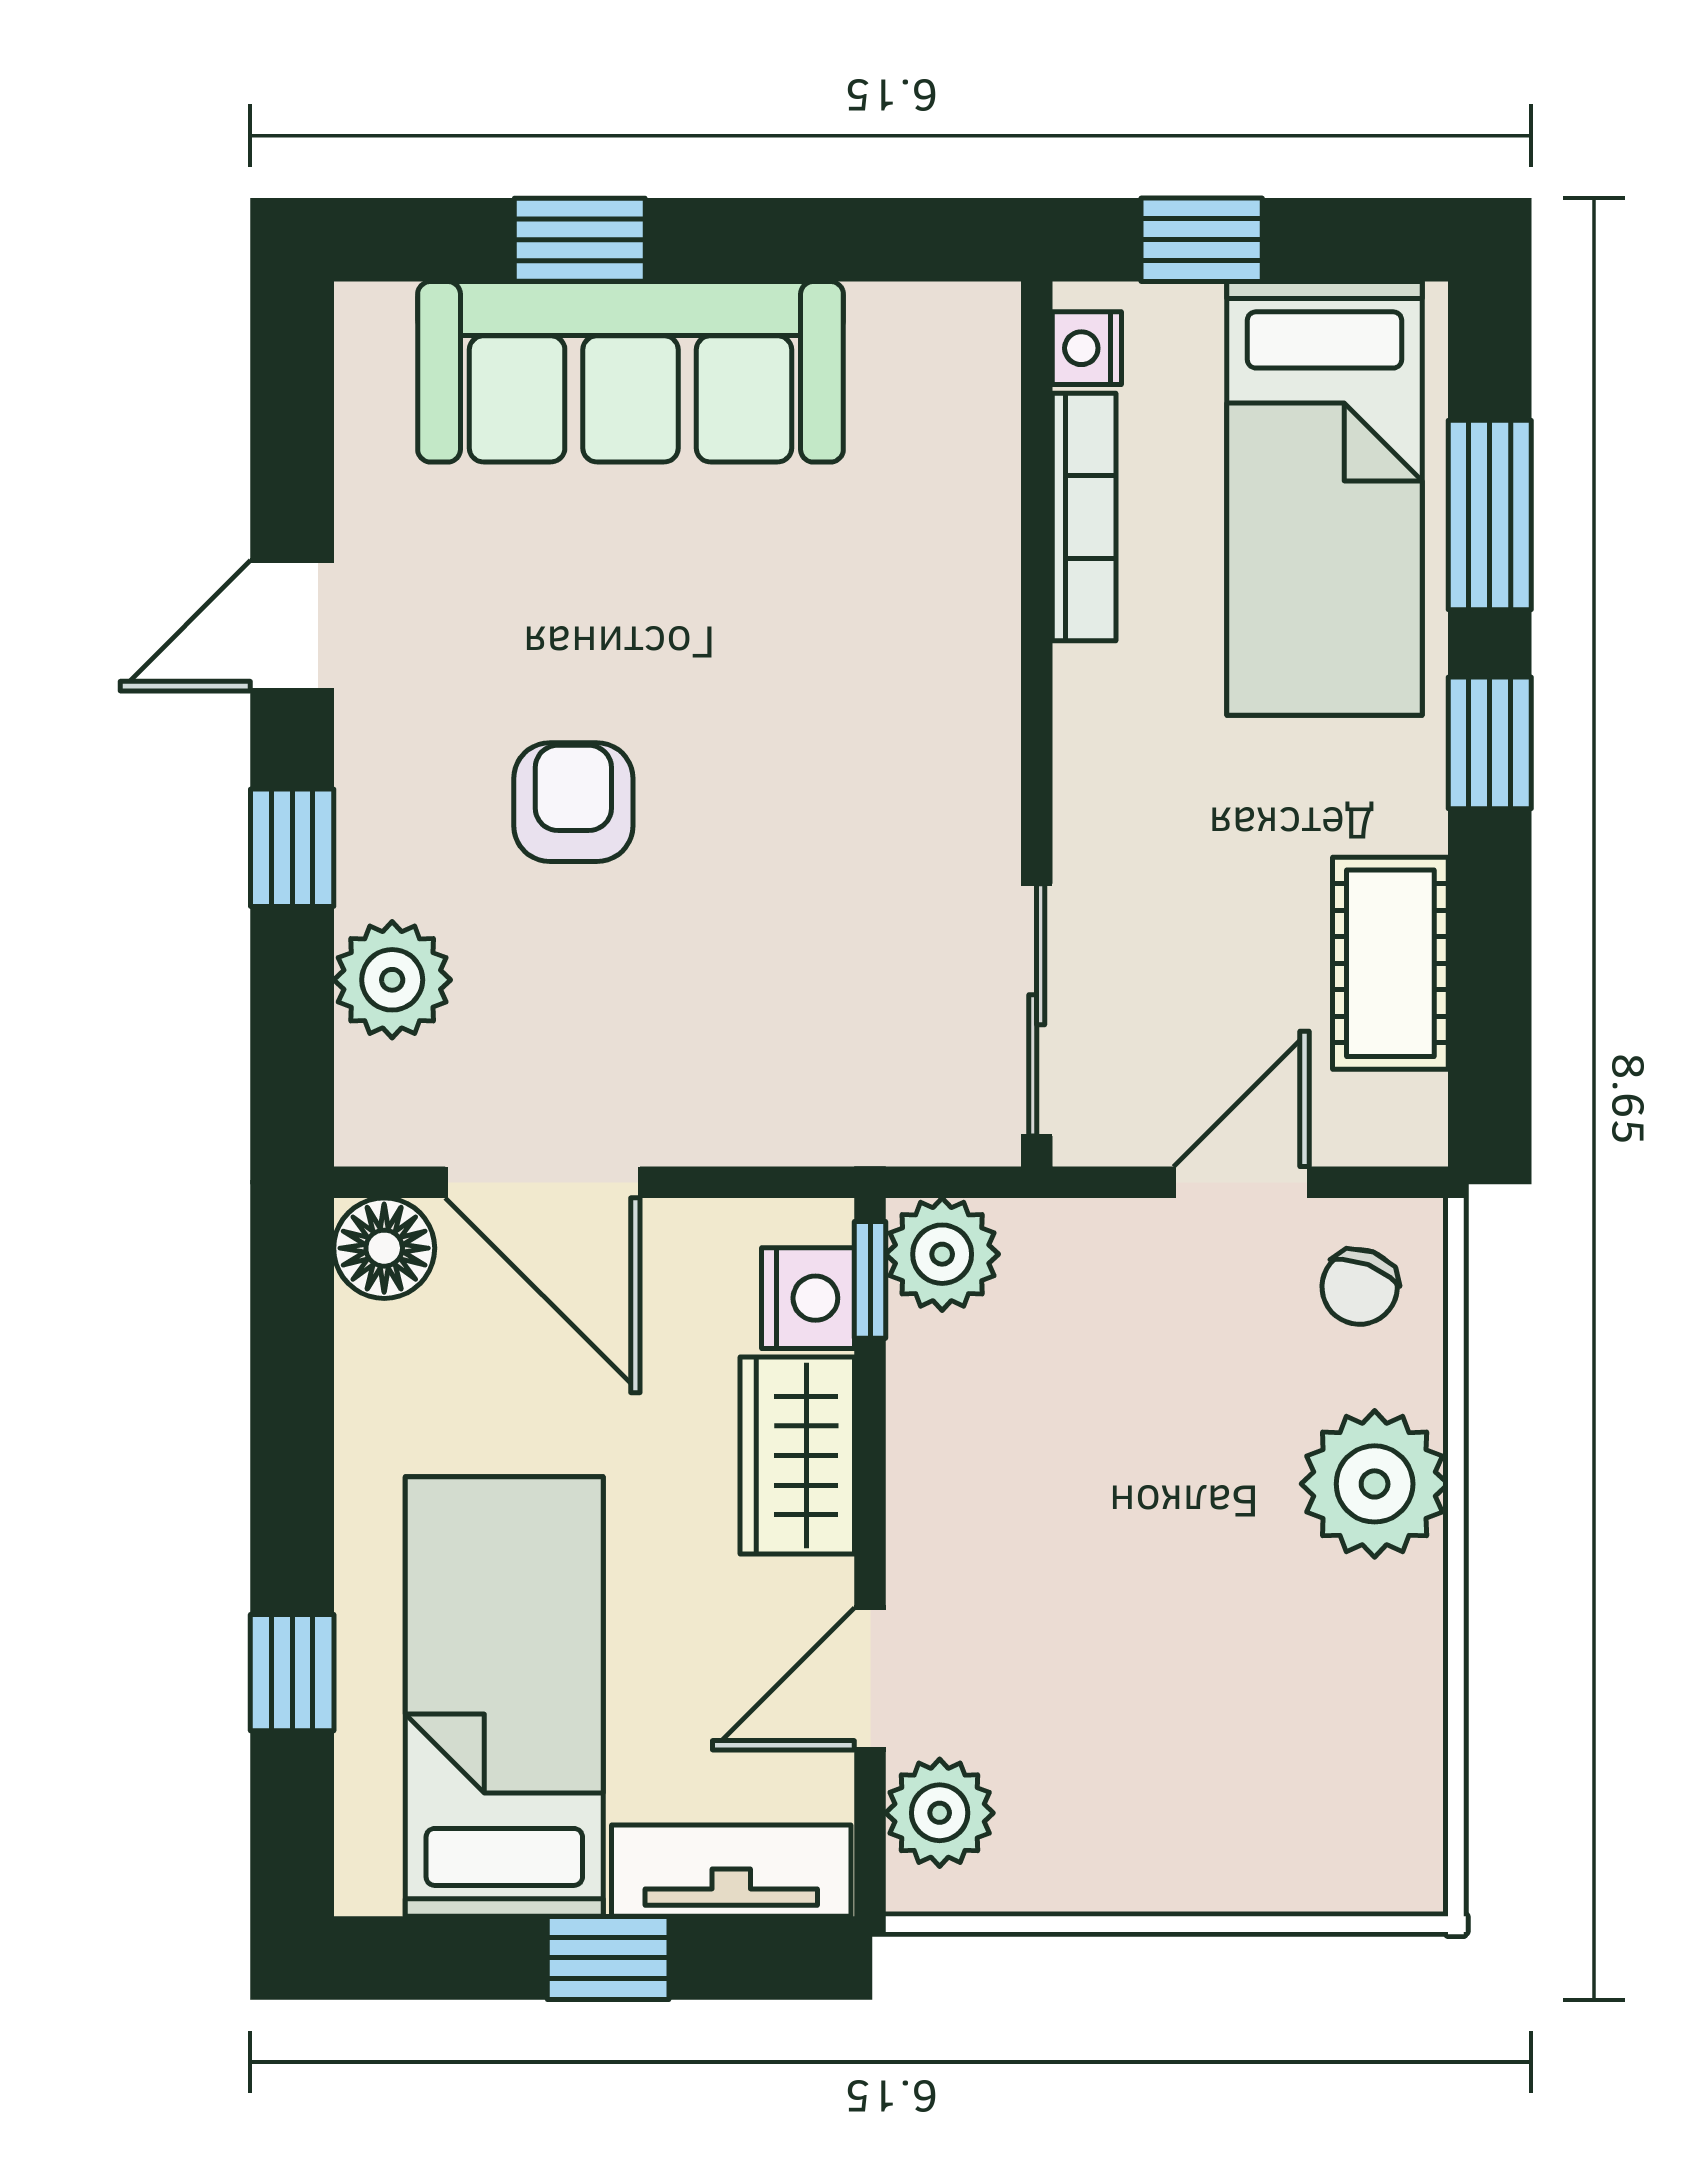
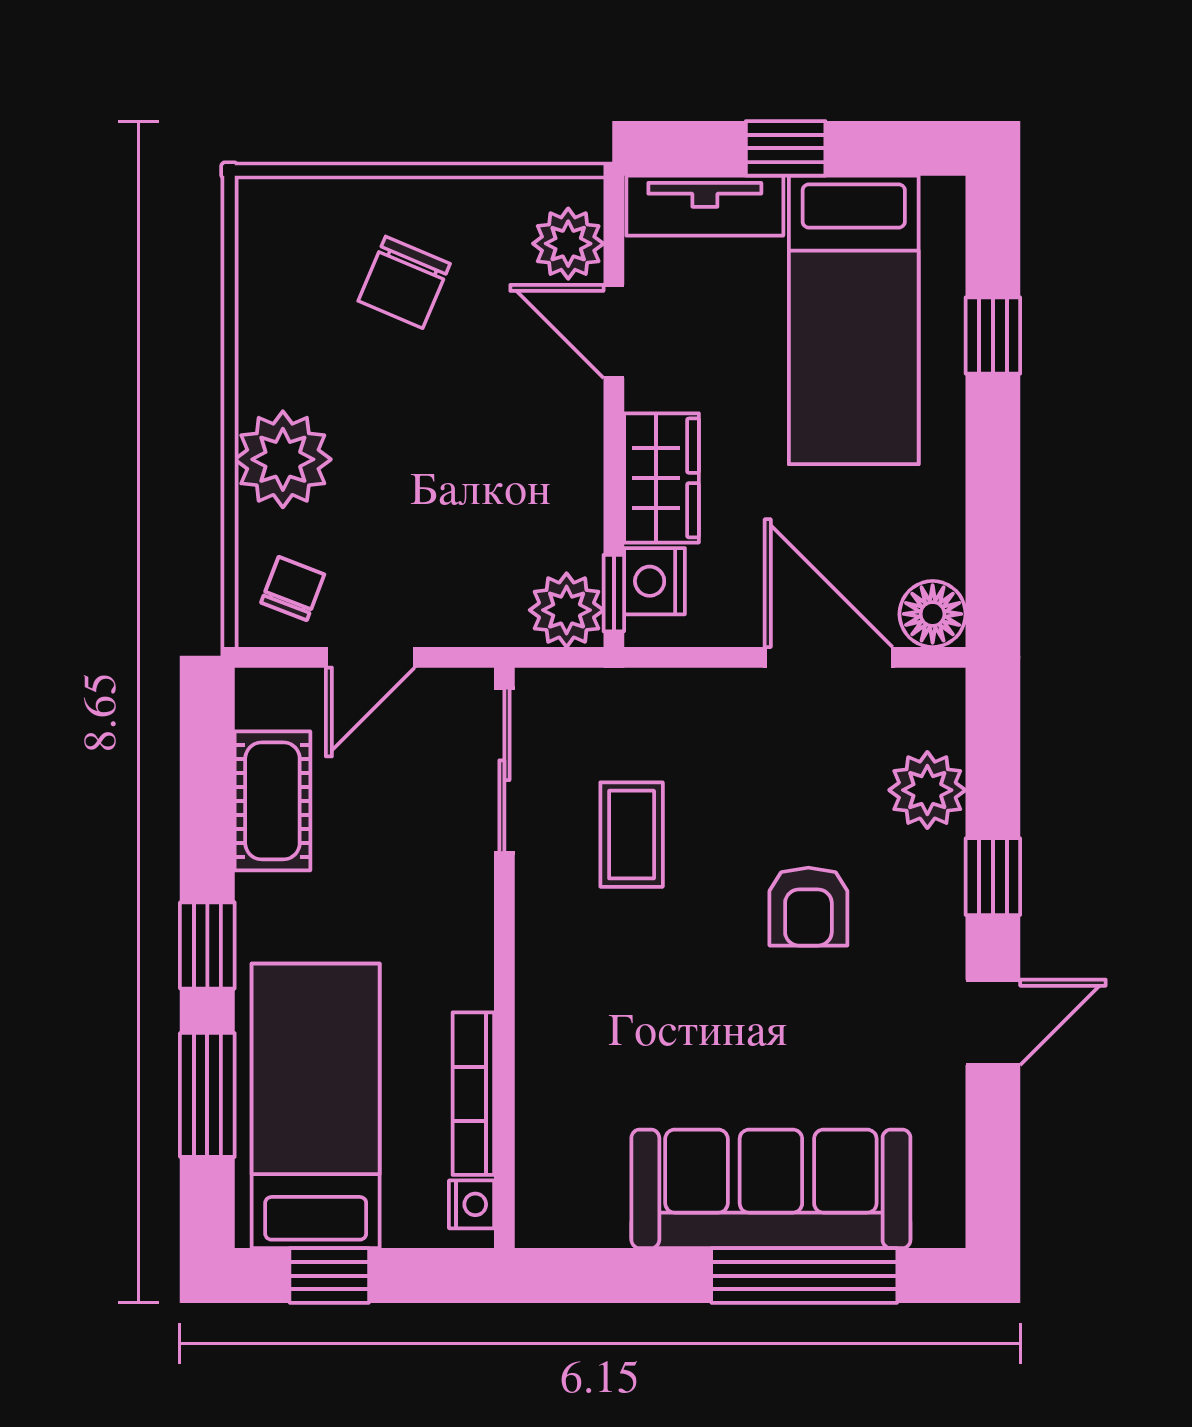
window: (580, 240) -> (804, 1276), width x2.17
window: (1202, 240) -> (329, 1276), moved
coffee table: (843, 912) -> (632, 835), added
door: (870, 1679) -> (614, 331), swing flipped
chair: (1190, 1754) -> (404, 282), added

